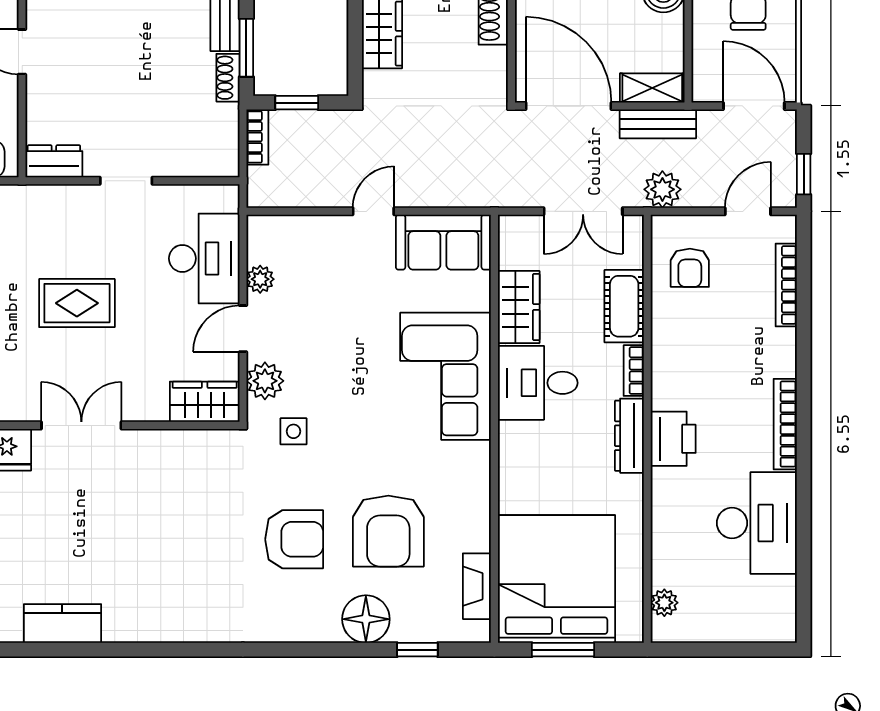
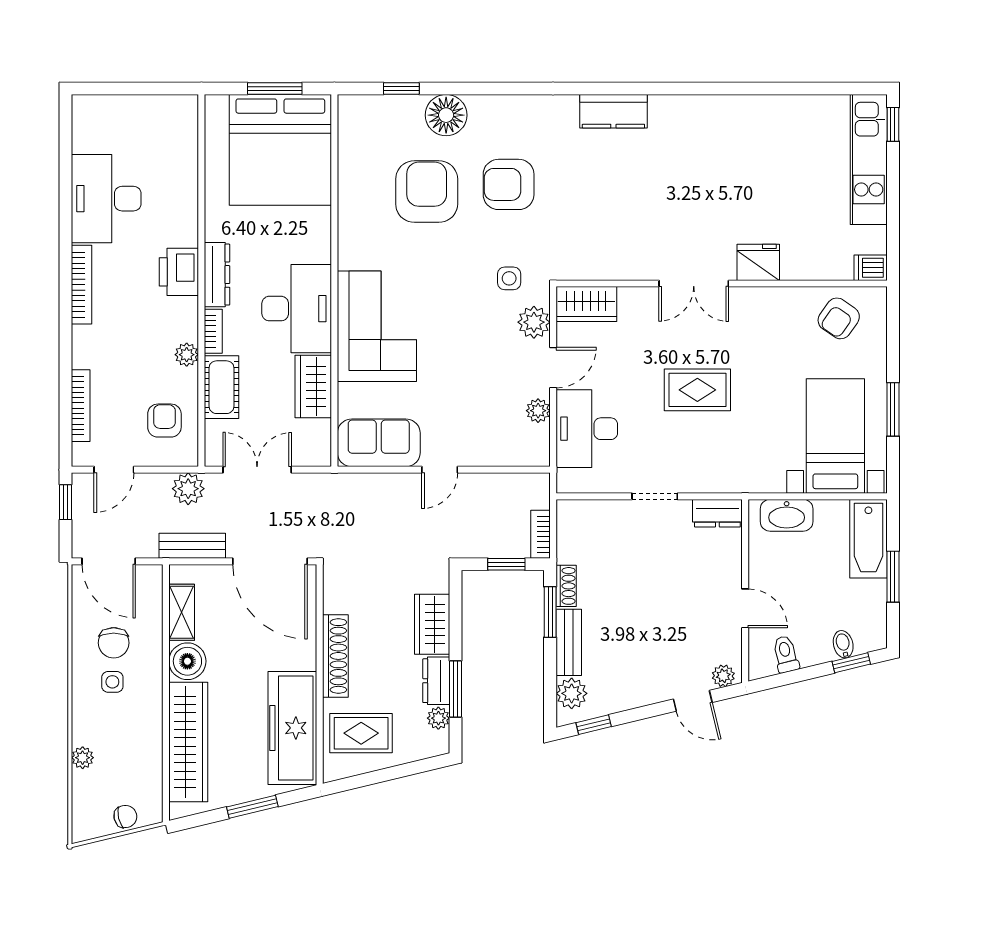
shelving: (652, 88) -> (182, 612), moved, turned 90
desk: (538, 383) -> (297, 309), width x1.37
fireplace: (477, 586) -> (350, 144), removed
plant: (664, 603) -> (187, 355), moved
kitchen counter: (62, 623) -> (613, 111), moved

